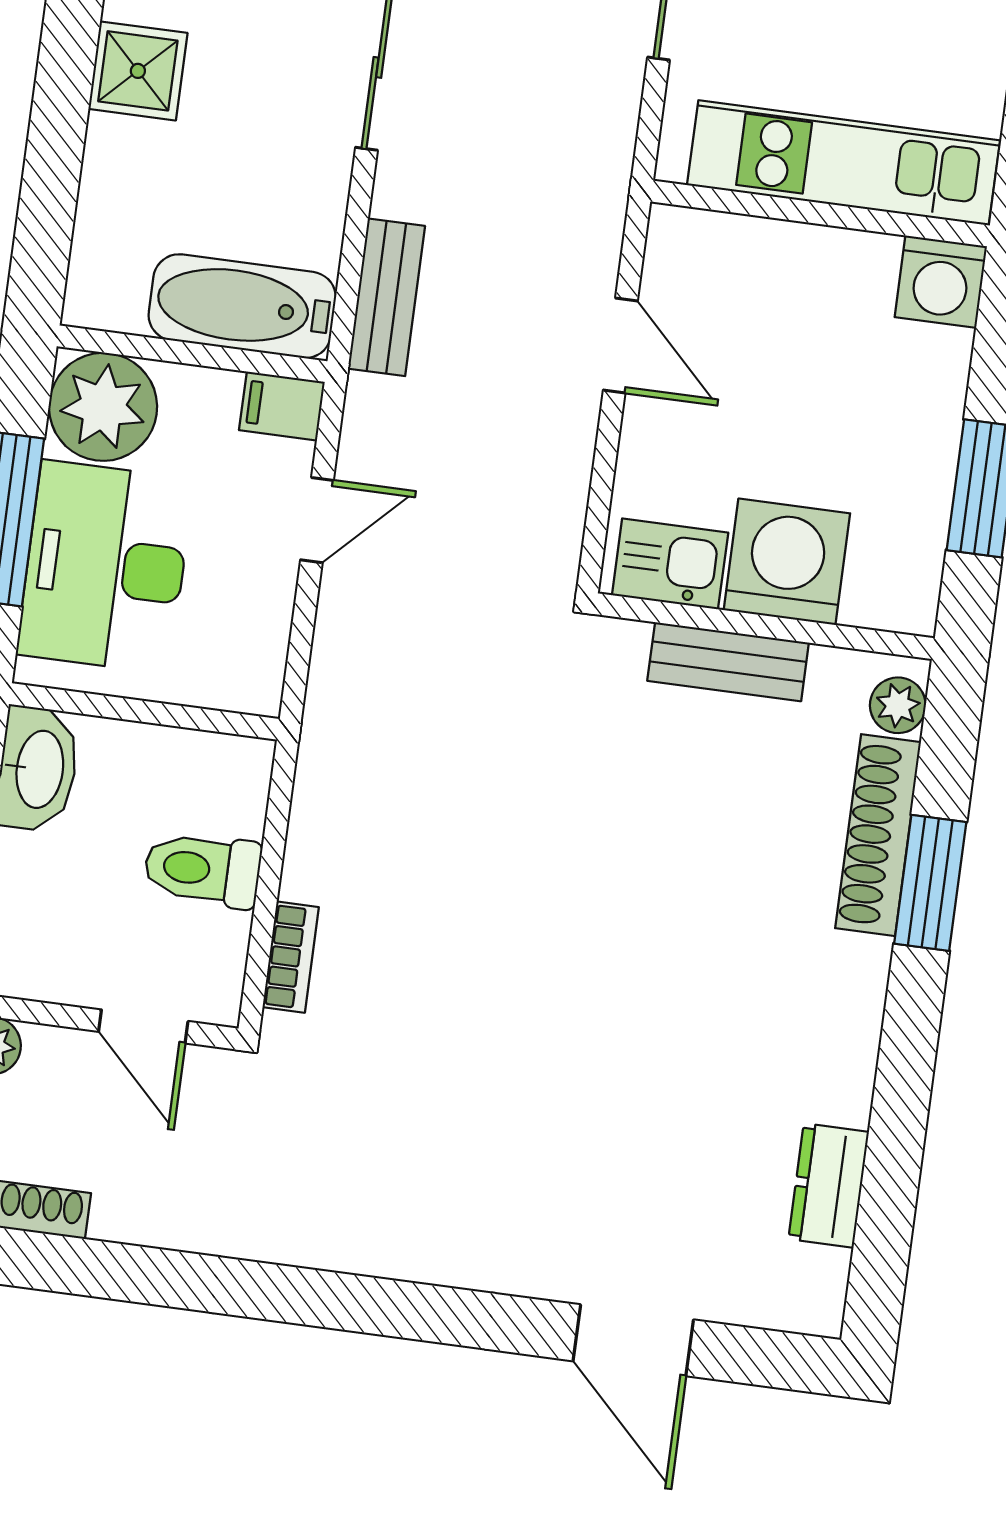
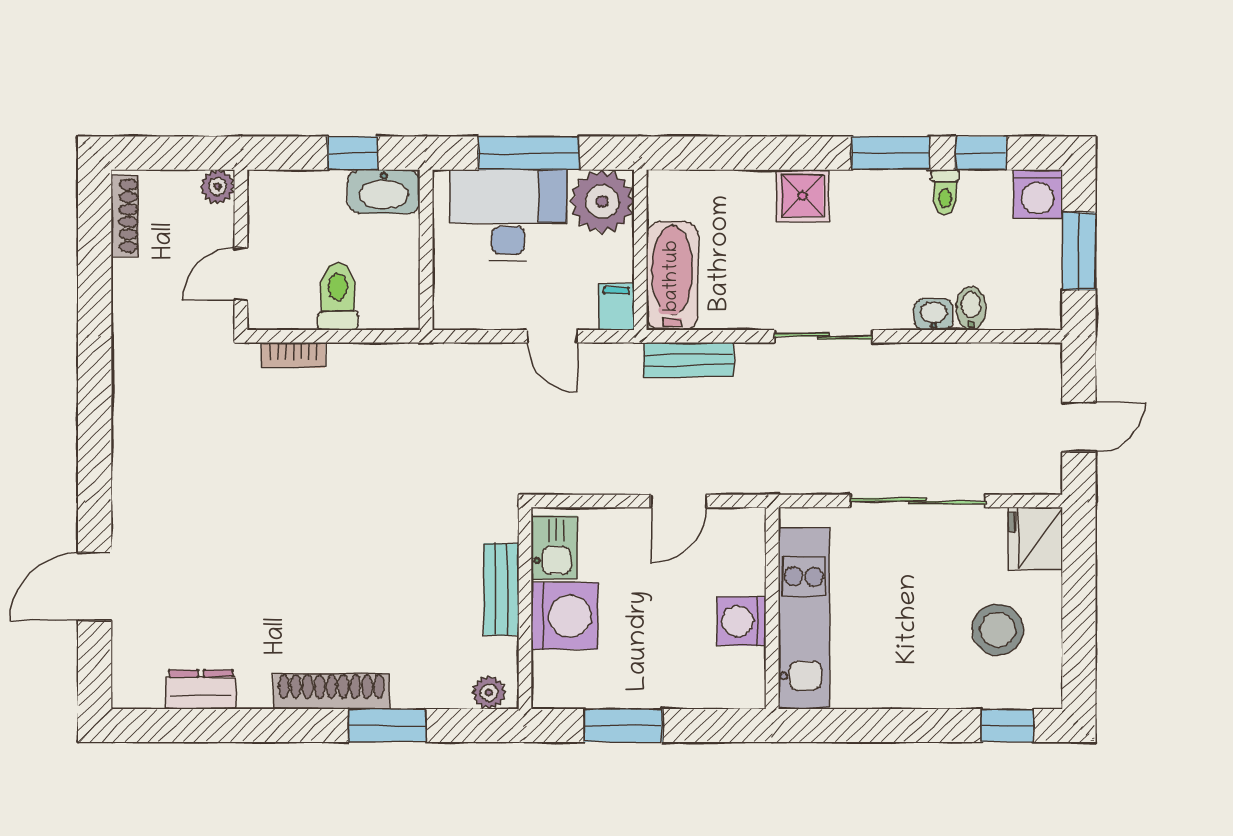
washing machine: (941, 282) -> (741, 621), moved
shoe rack: (878, 835) -> (331, 691), moved

